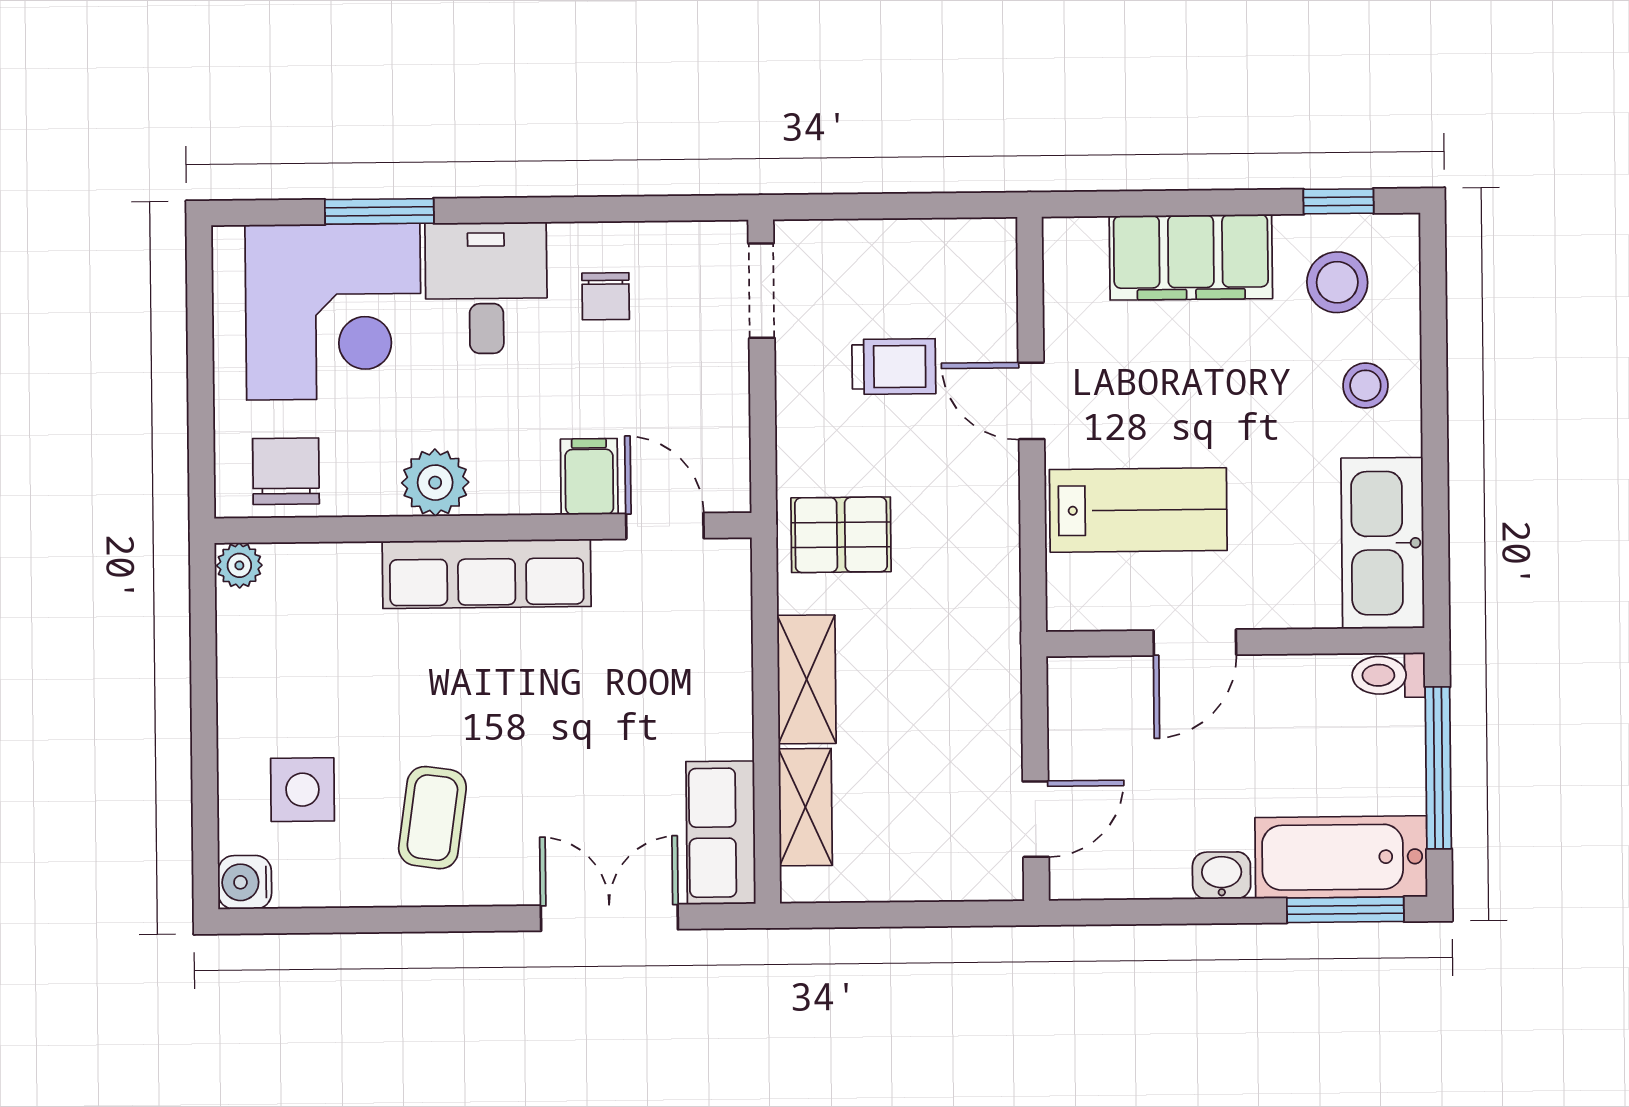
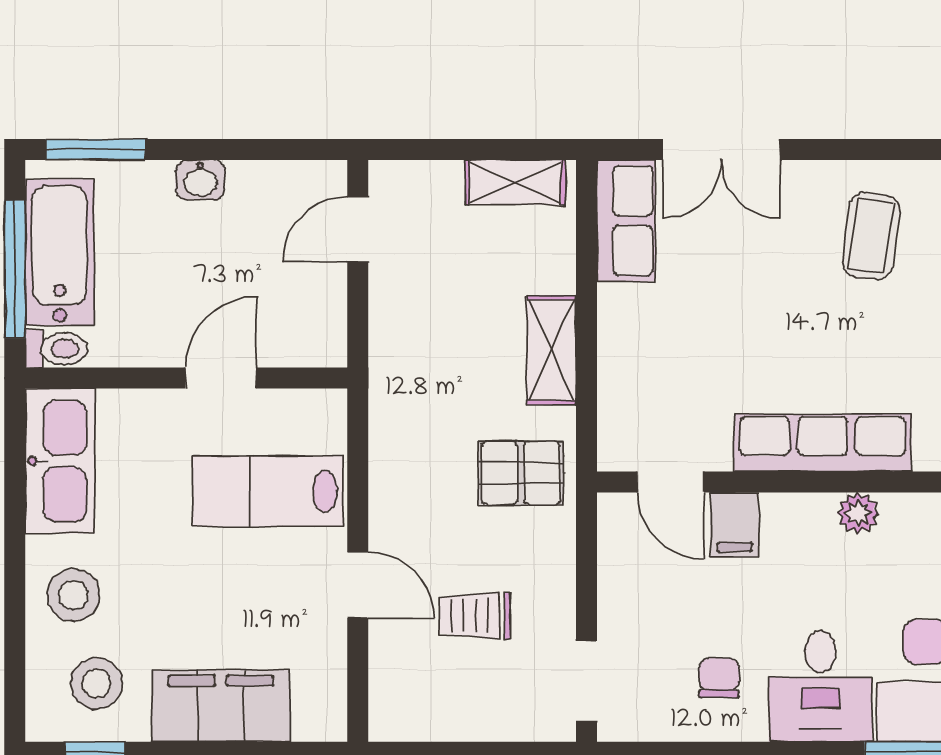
stool: (1365, 386) -> (73, 595), width x1.37, depth x1.37
plant: (435, 483) -> (858, 513), width x0.73, depth x0.73
shelving: (805, 807) -> (515, 182), moved, turned 90
bathtub: (1341, 857) -> (60, 252), moved, turned -90

